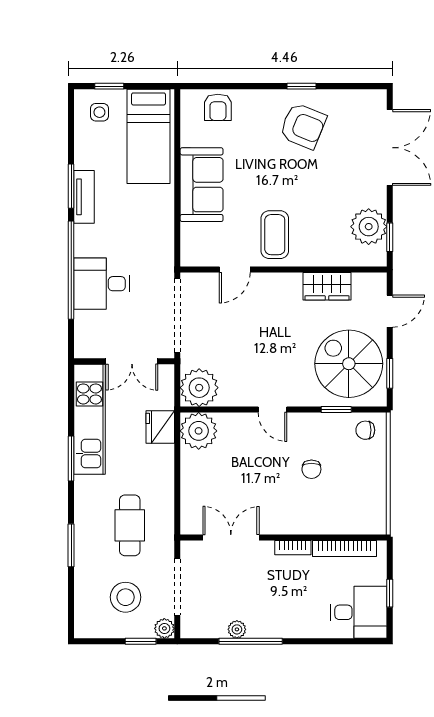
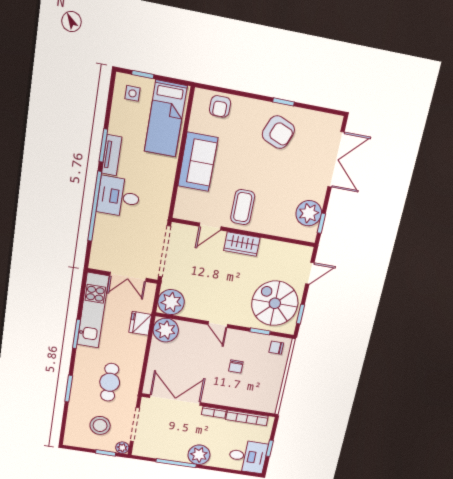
desk: (102, 284) -> (119, 197), moved
wardrobe: (327, 286) -> (242, 244), moved
double door: (231, 537) -> (175, 400), width x1.37
plant: (237, 629) -> (199, 455), moved, width x1.87, depth x1.87

